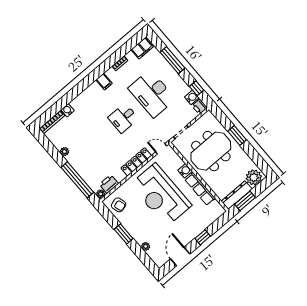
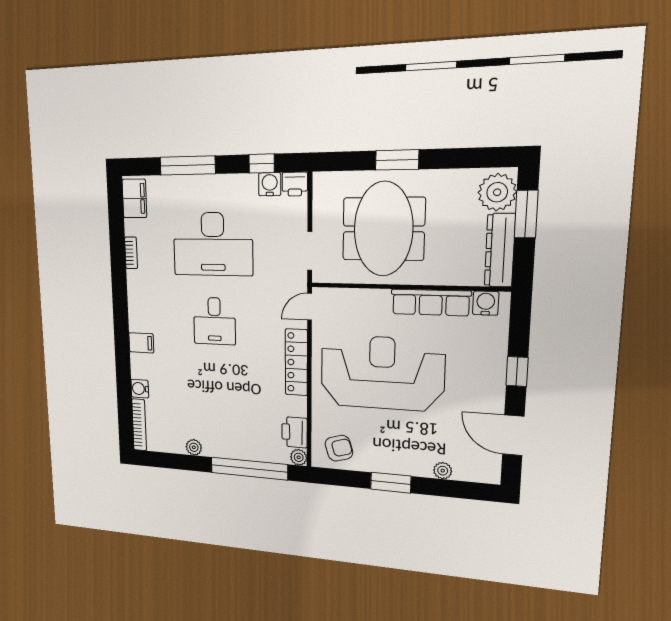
filing cabinet: (104, 82) -> (141, 343), moved
water cooler: (185, 171) -> (486, 303), moved
reception desk: (161, 195) -> (382, 373), turned 180
window: (245, 201) -> (526, 214), moved

